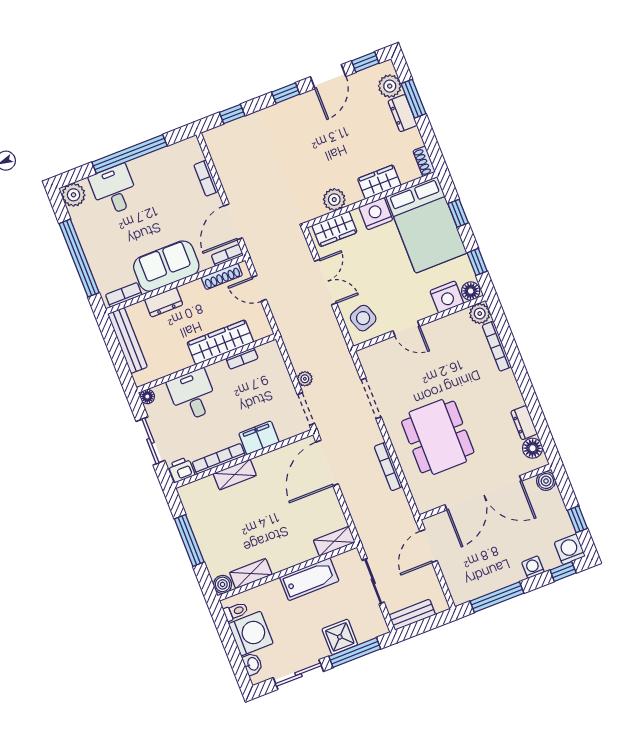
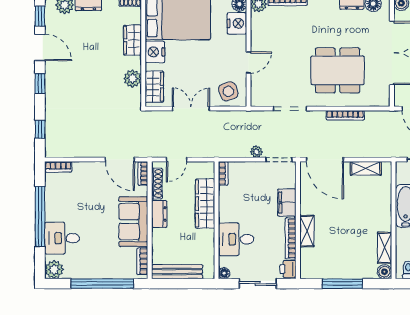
bookcase: (206, 178) -> (58, 167), moved
dresser: (164, 302) -> (159, 214), moved
bookcase: (242, 358) -> (223, 173), moved
shelving: (334, 541) -> (366, 168), moved, turned 90

